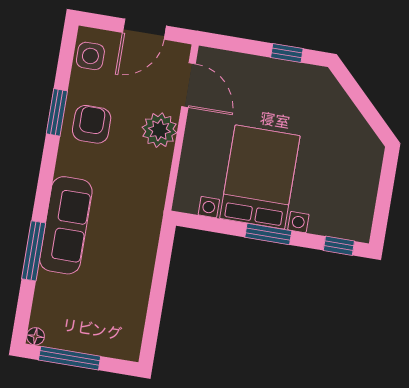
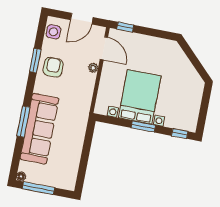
window: (287, 53) -> (125, 27), moved
plant: (159, 130) -> (93, 68), width x0.53, depth x0.53
sofa: (66, 225) -> (39, 129), width x1.36, depth x1.27
window: (34, 251) -> (23, 122), moved

